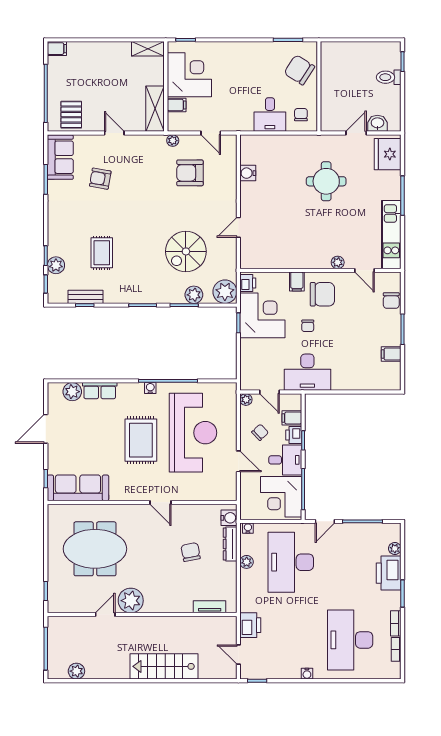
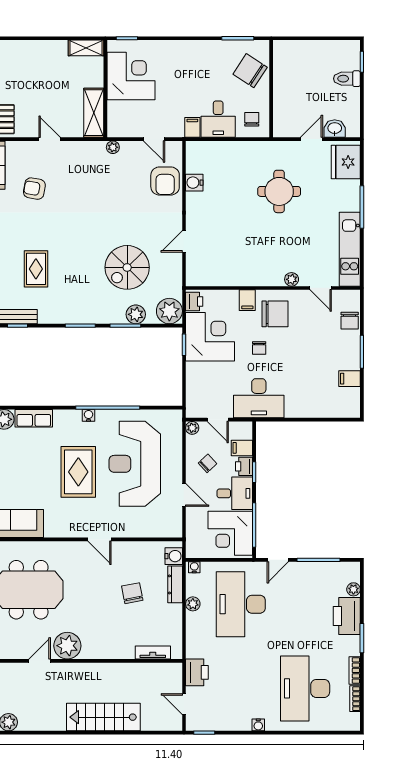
filing cabinet: (177, 105) -> (192, 127), moved, turned -90
armchair: (190, 173) -> (165, 181), moved, turned -90
reception desk: (193, 433) -> (135, 464), turned 180

